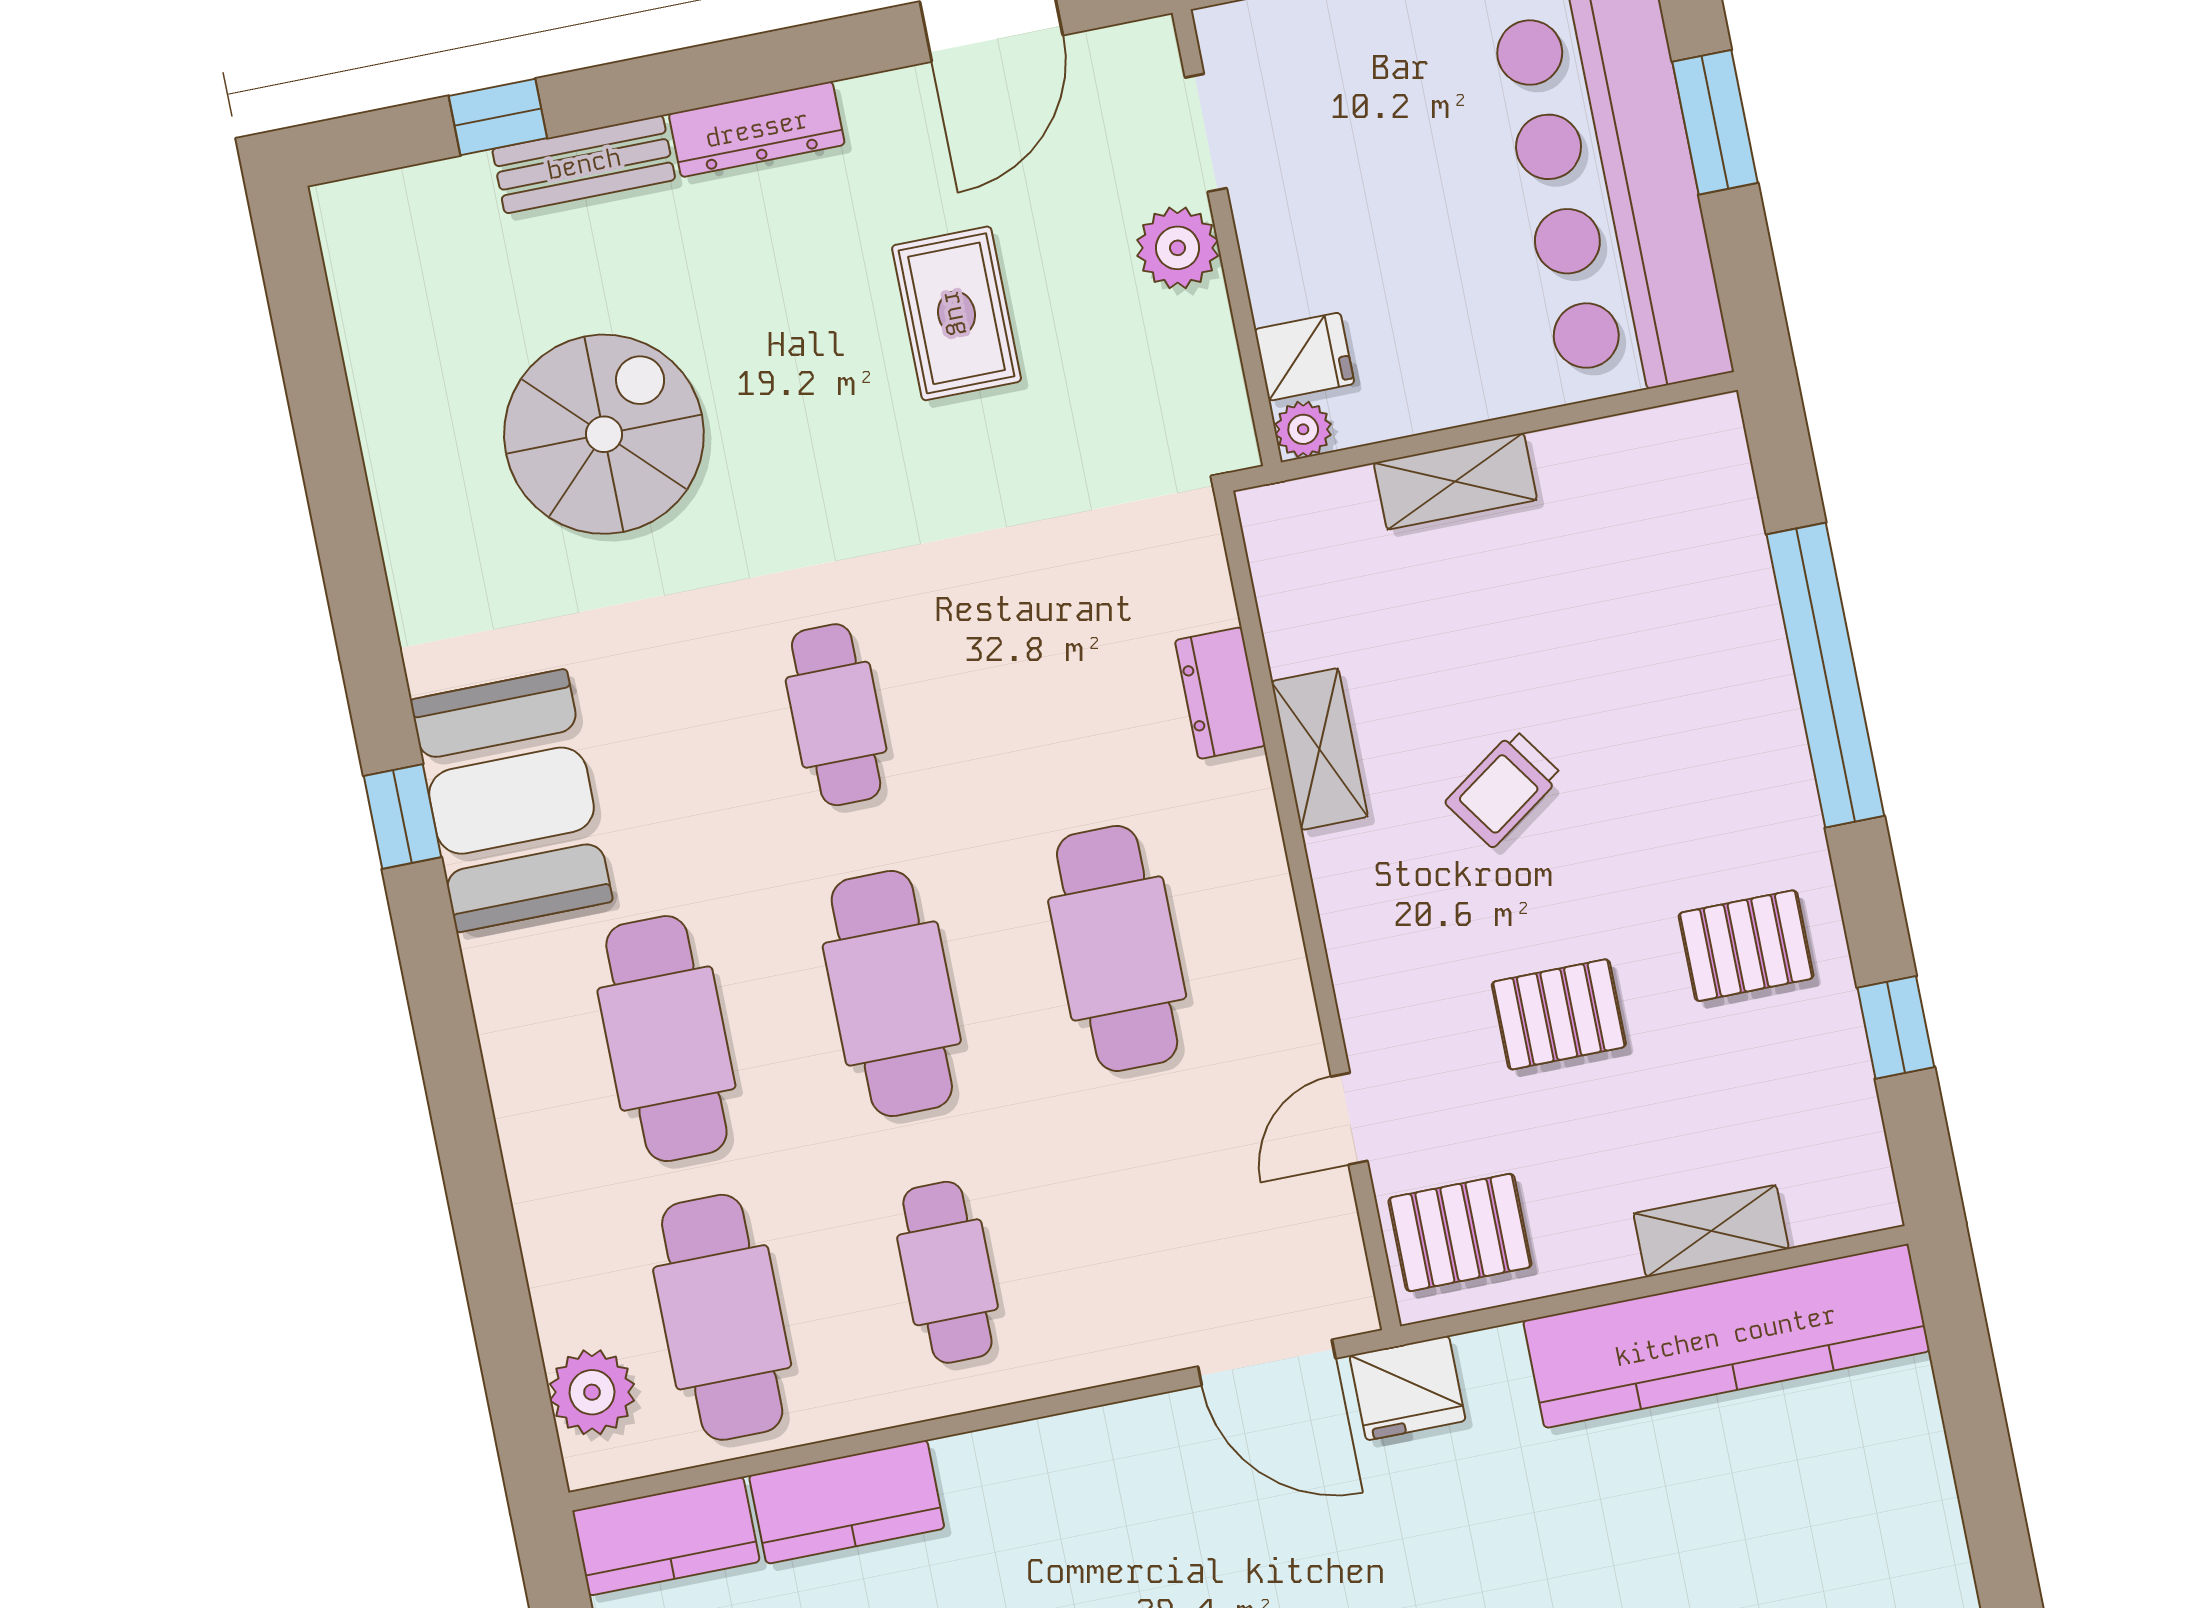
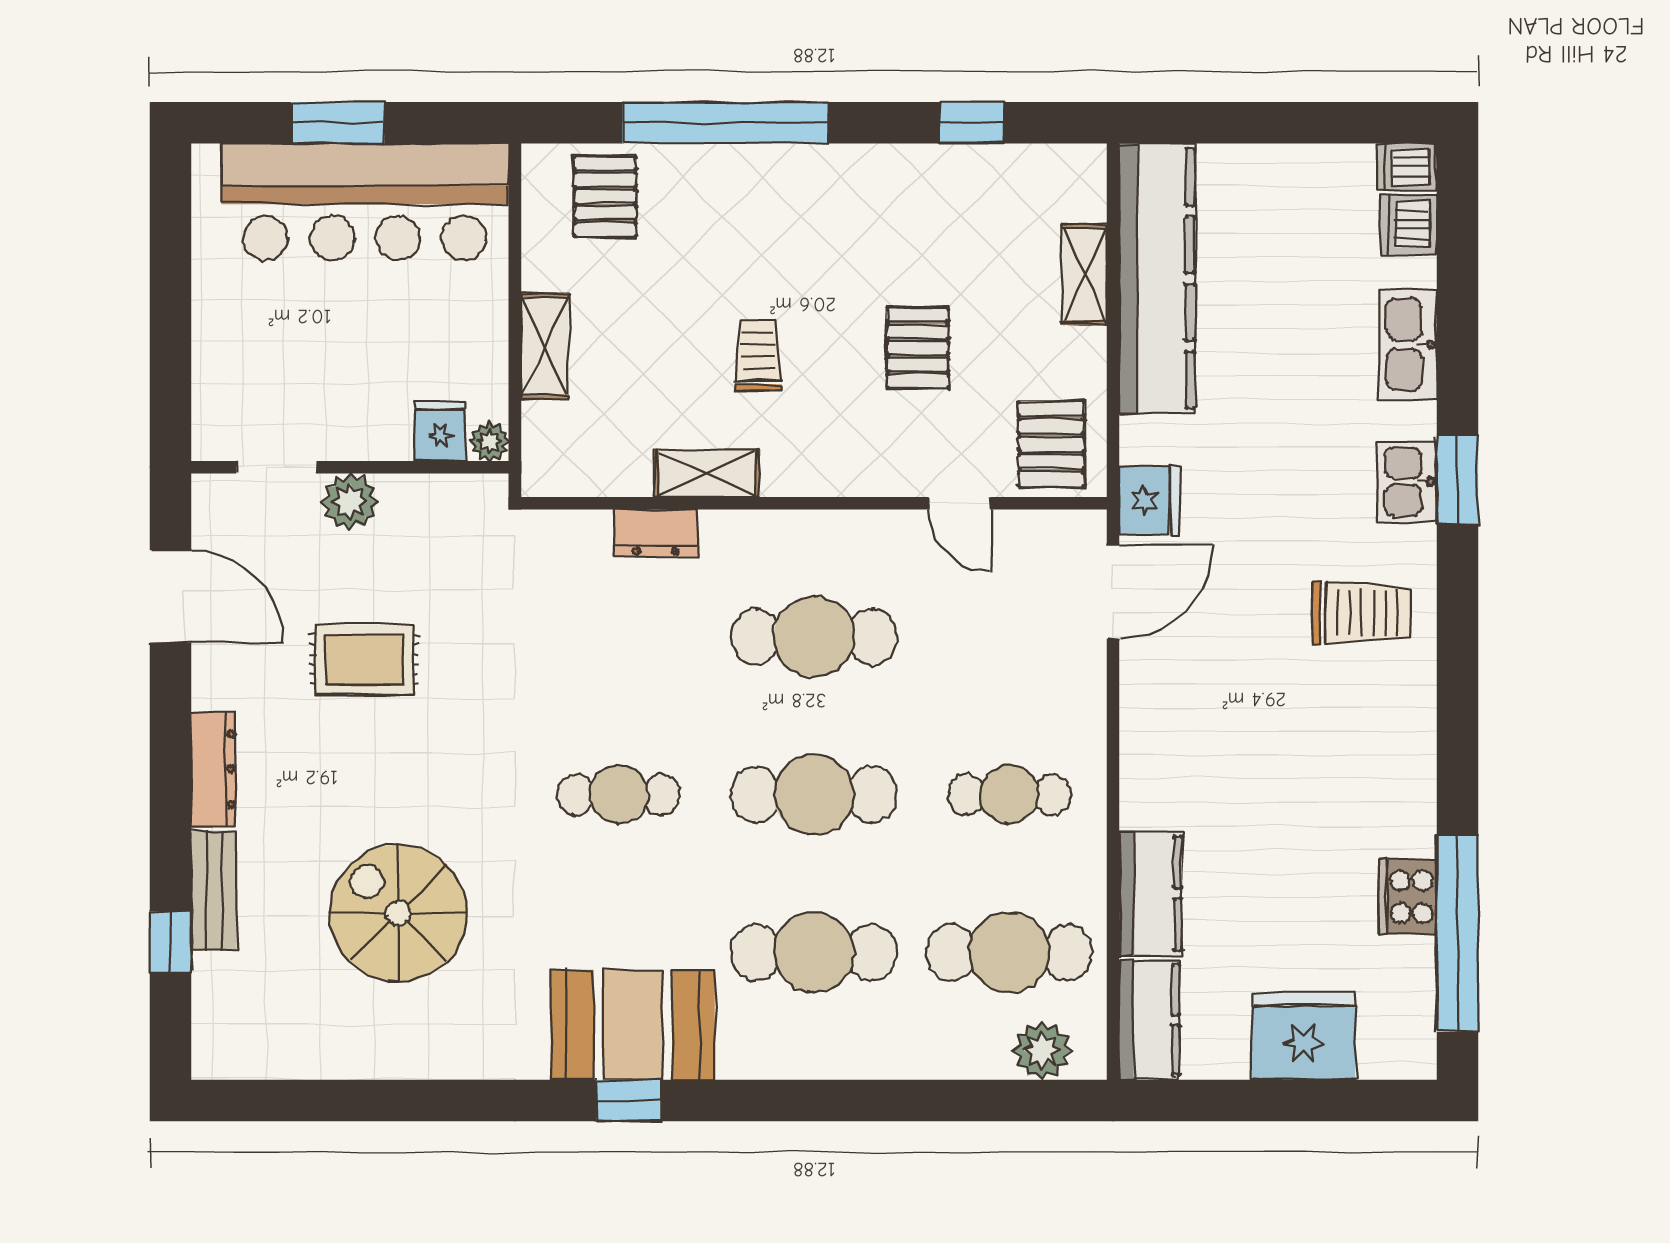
trolley: (1504, 789) -> (758, 355), turned -145
pallet: (1746, 946) -> (605, 196), moved

